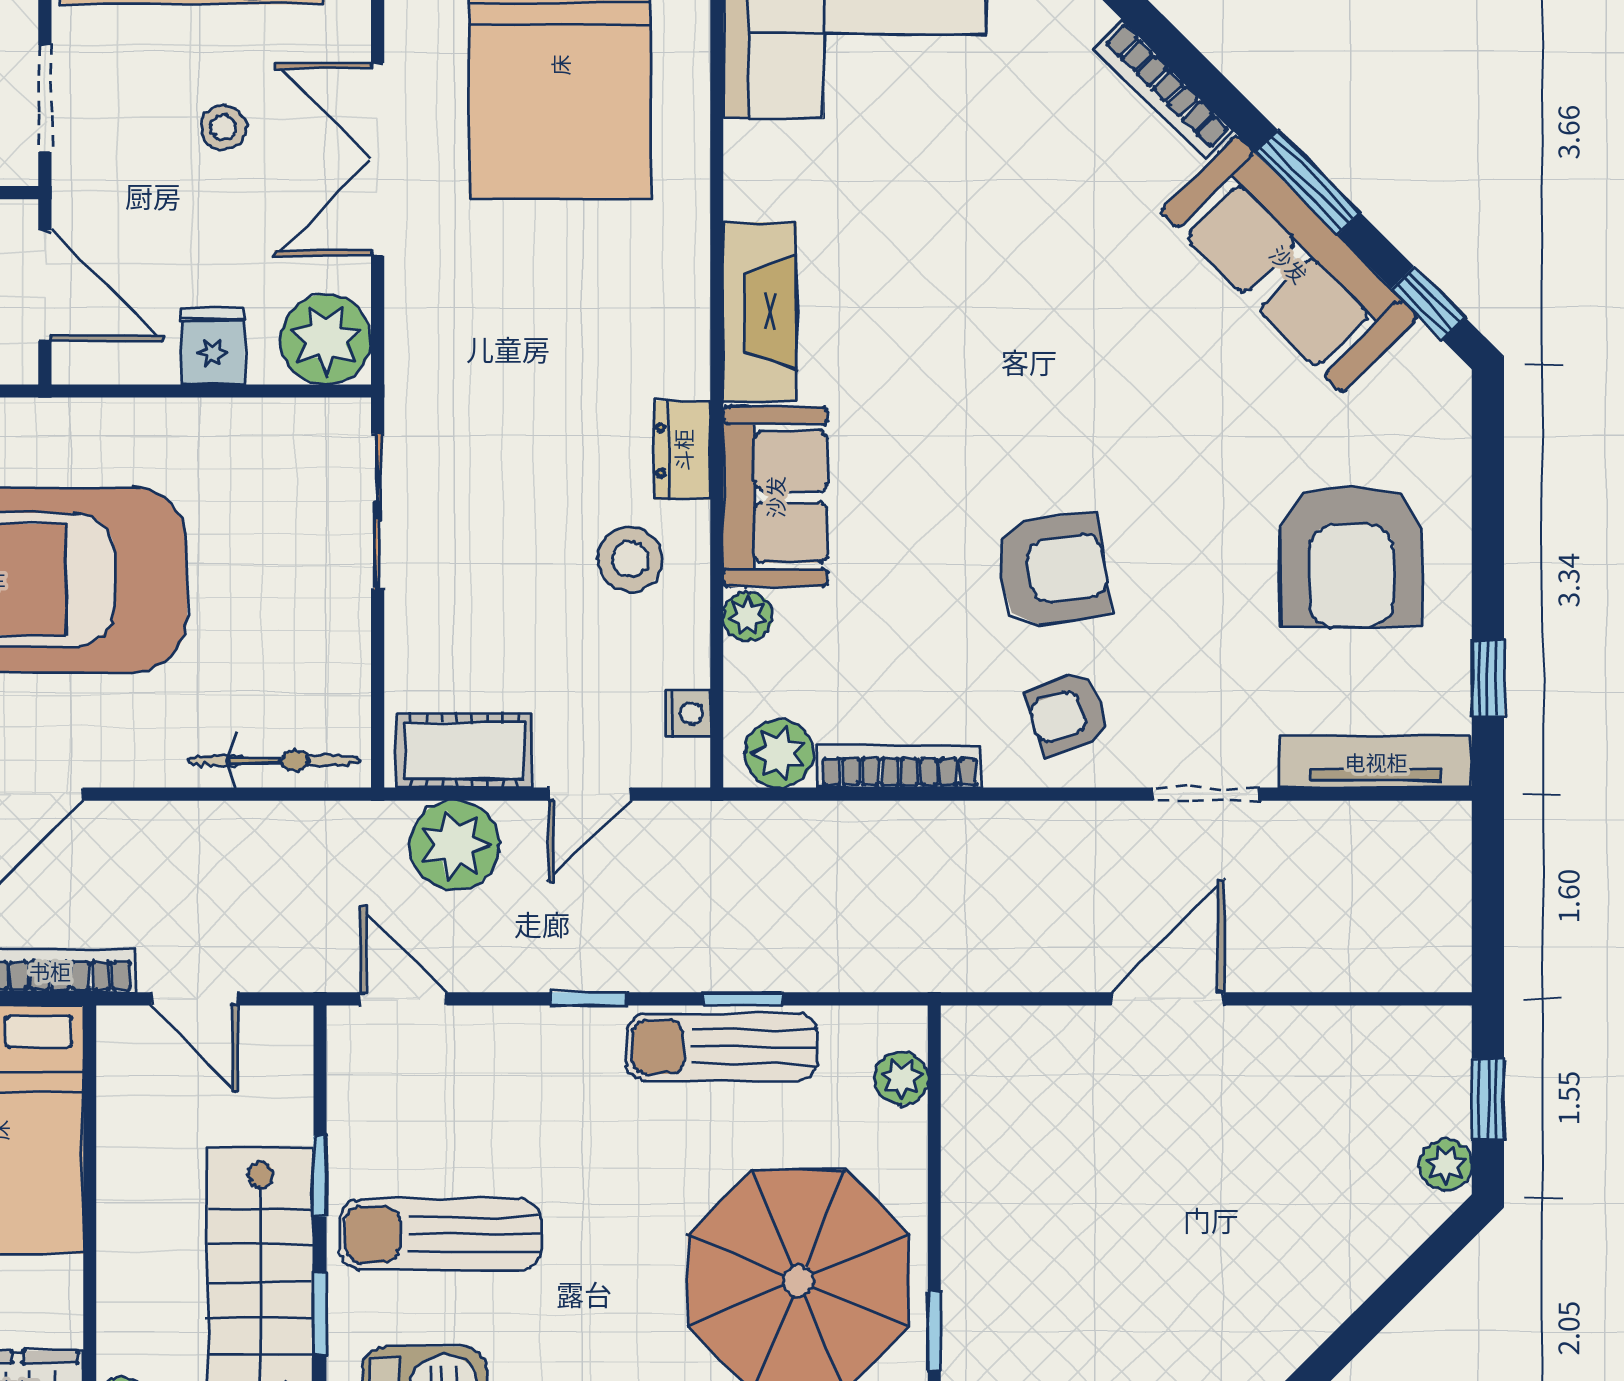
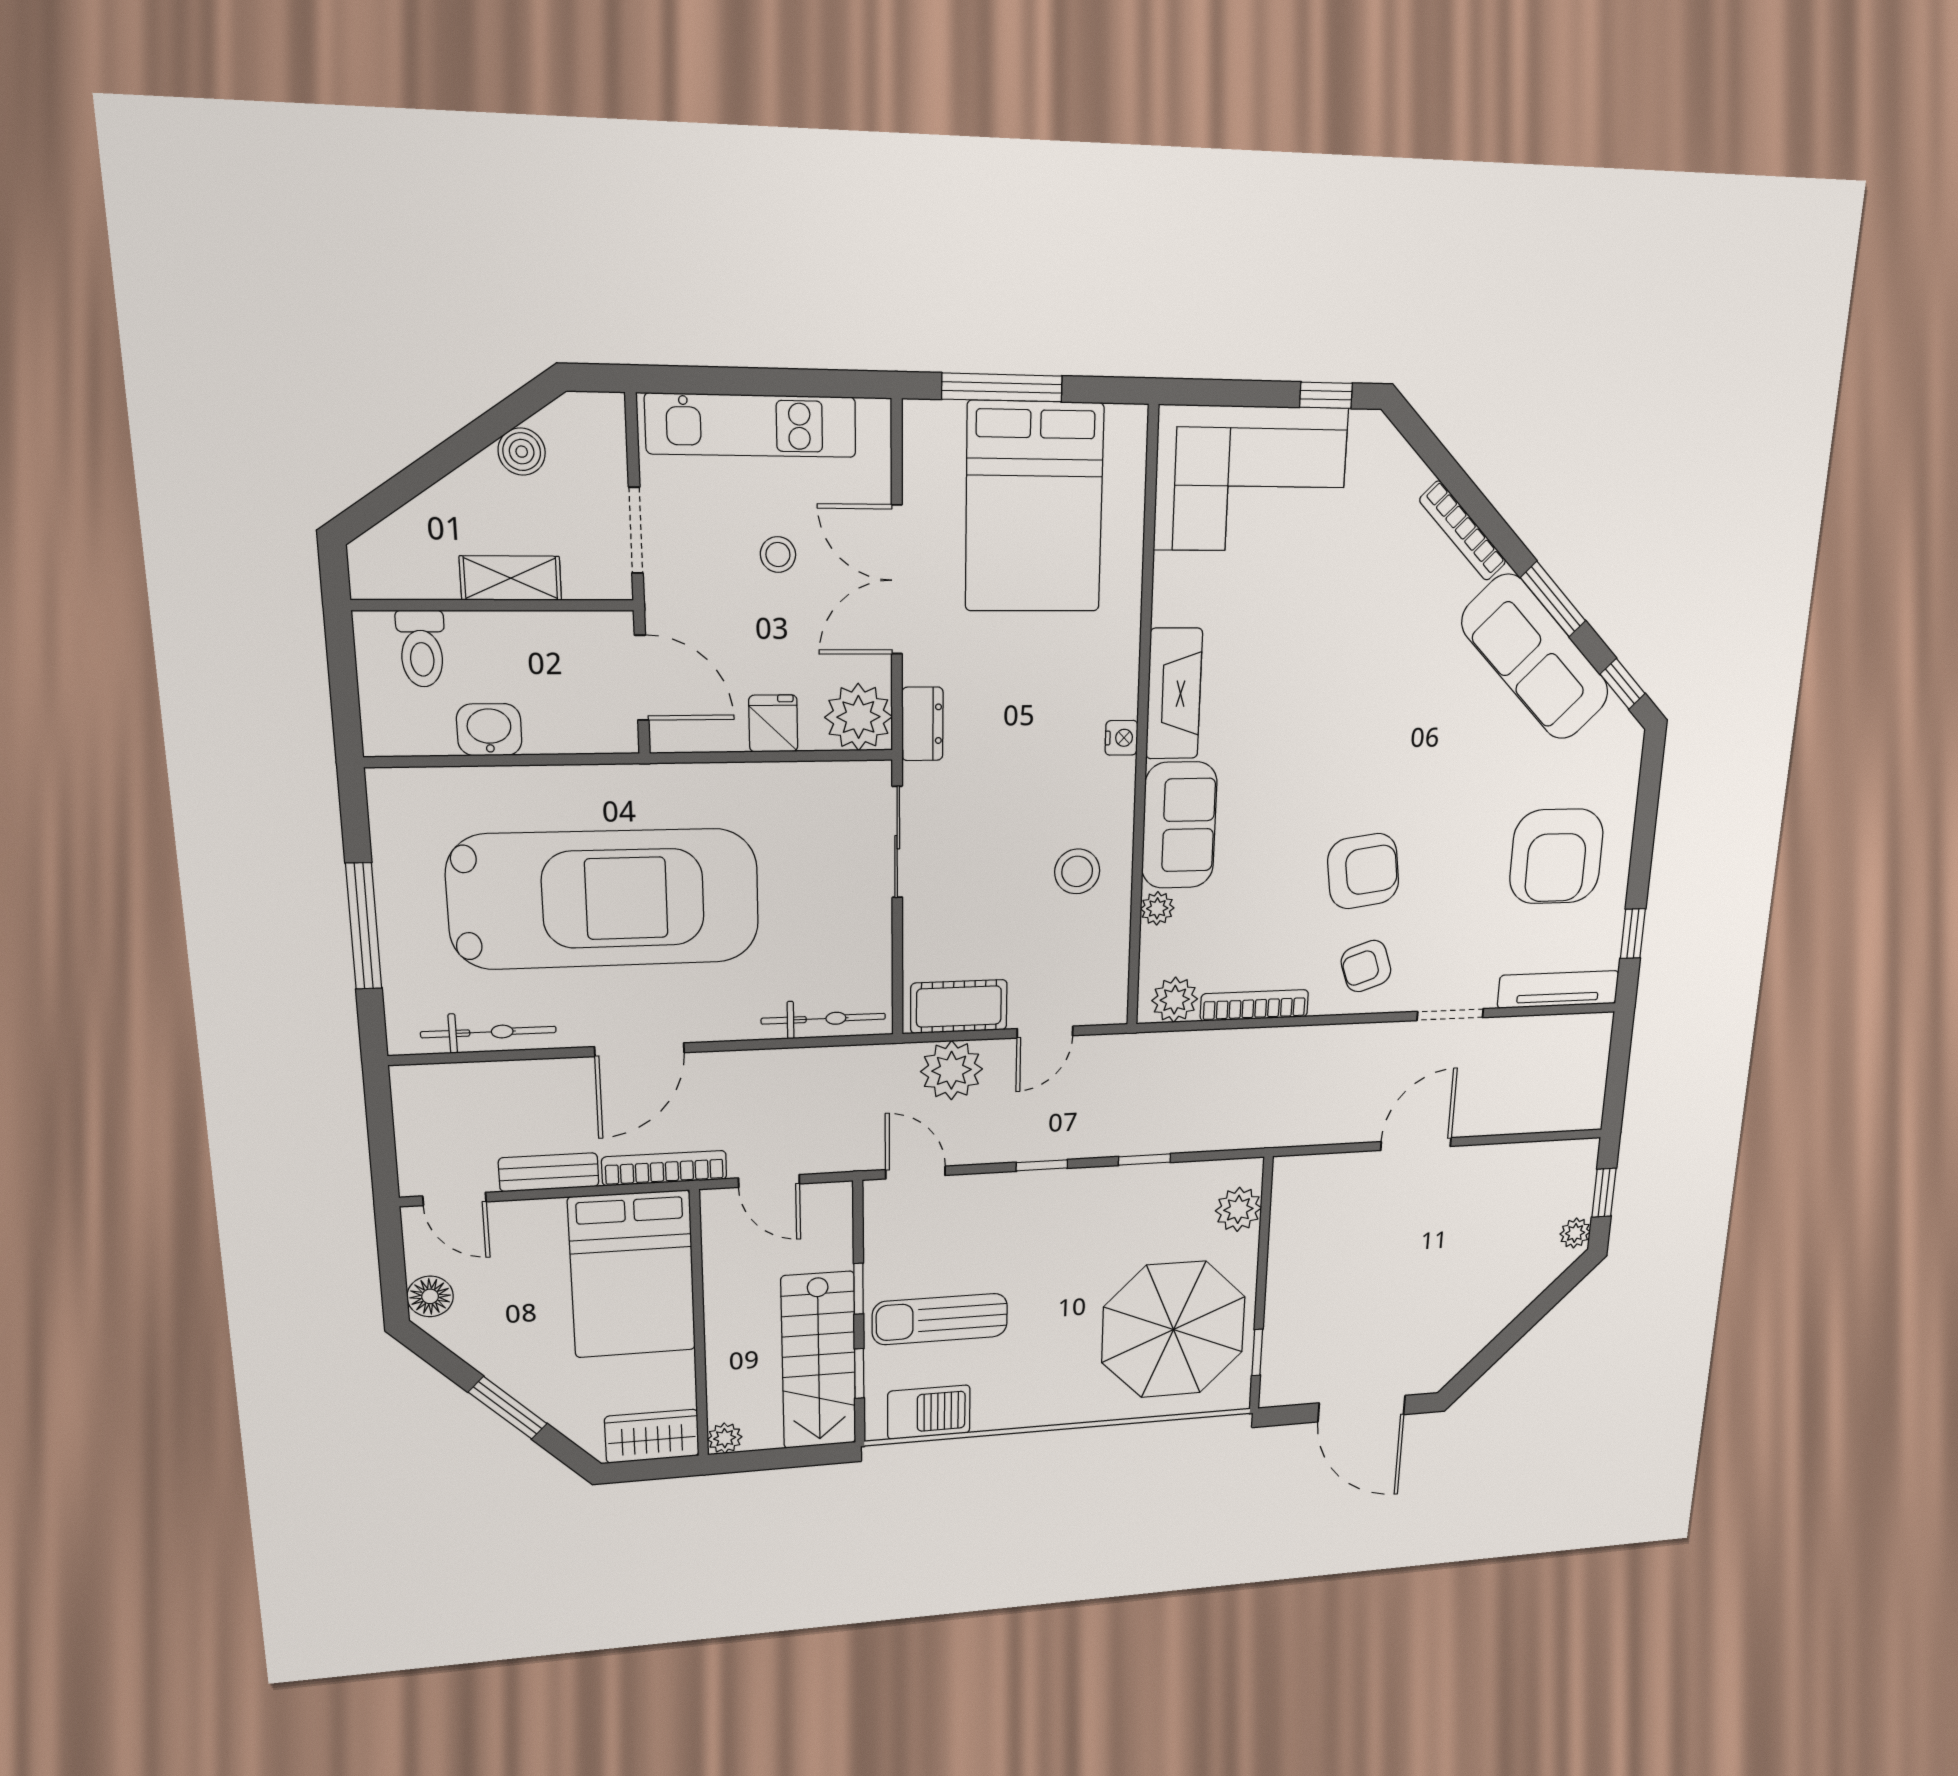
dresser: (683, 450) -> (922, 724), moved, turned 180
nightstand: (688, 713) -> (1121, 738), moved
sun lounger: (722, 1047) -> (1129, 1191), removed
plant: (902, 1078) -> (1238, 1209), width x1.38, depth x1.38

